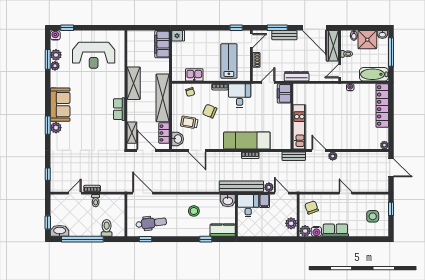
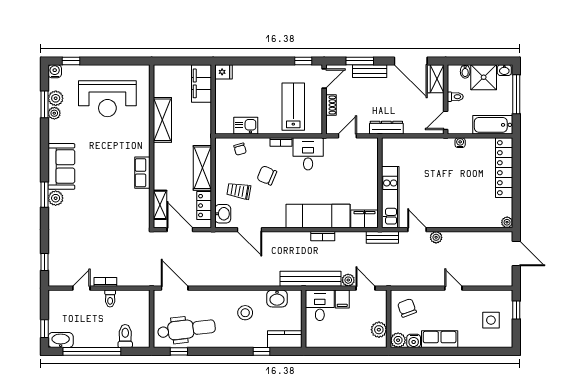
wardrobe: (332, 46) -> (436, 79), width x0.67
shelving: (134, 83) -> (162, 120), moved
filing cabinet: (284, 93) -> (364, 219), moved, turned 90
shelving: (163, 98) -> (202, 168), width x0.68
washbasin: (228, 201) -> (277, 298), moved
dental chair: (151, 223) -> (186, 329), width x1.36, depth x1.38

